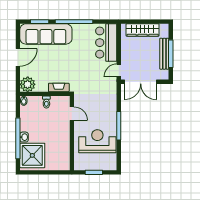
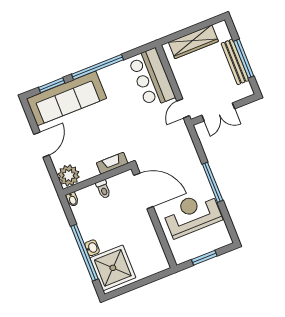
double door: (141, 82) -> (218, 112), width x0.73
door: (72, 114) -> (143, 191), width x1.87

